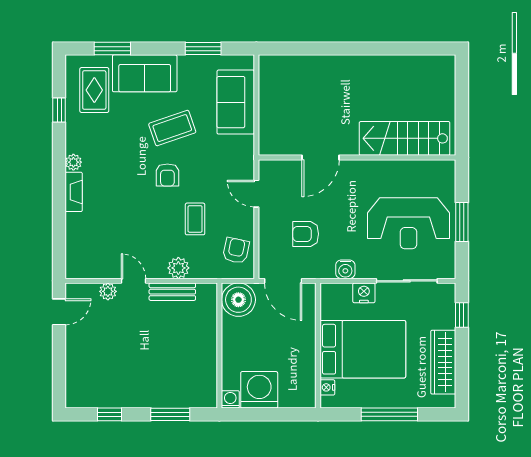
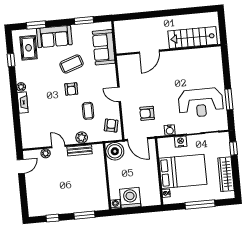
stairs: (405, 138) -> (193, 38), moved
door: (321, 157) -> (149, 52), moved
wall: (357, 157) -> (169, 50), moved

